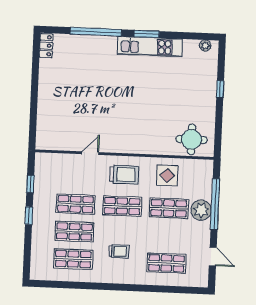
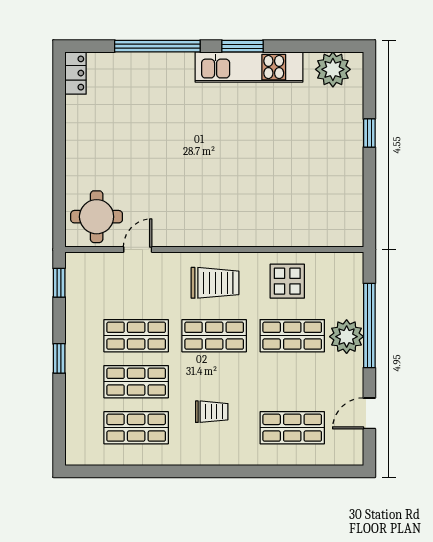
plant: (205, 46) -> (333, 69), width x1.87, depth x1.87
round table: (191, 139) -> (97, 217), moved
door: (90, 153) -> (138, 250), moved
window: (30, 184) -> (59, 283), moved
door: (213, 257) -> (369, 413), swing flipped

